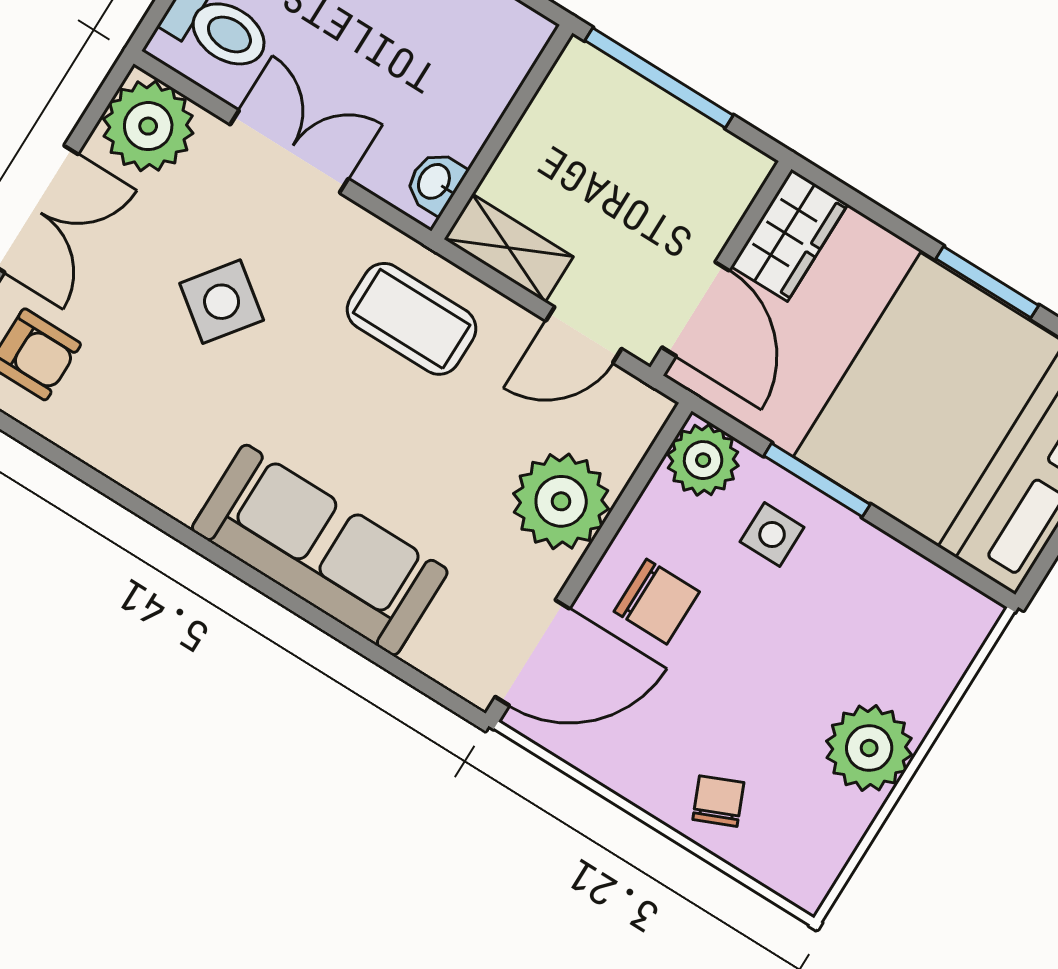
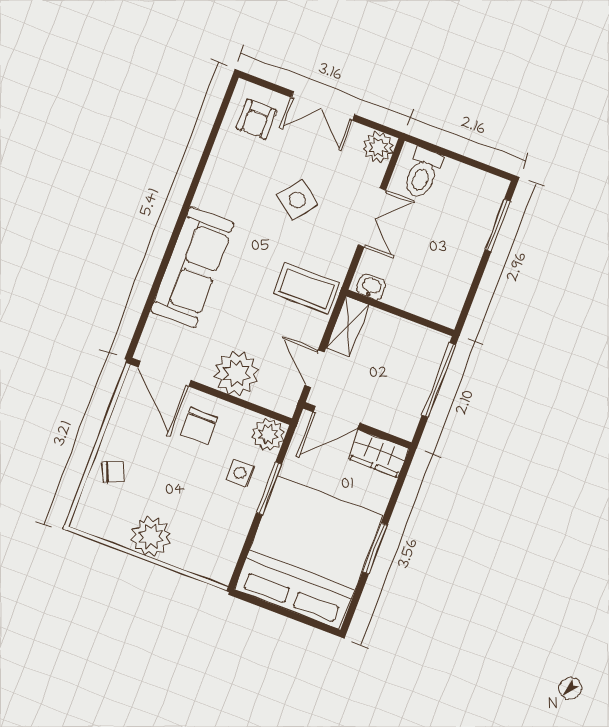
plant: (148, 126) -> (378, 147), width x0.73, depth x0.73
coffee table: (412, 319) -> (306, 288), turned 90

